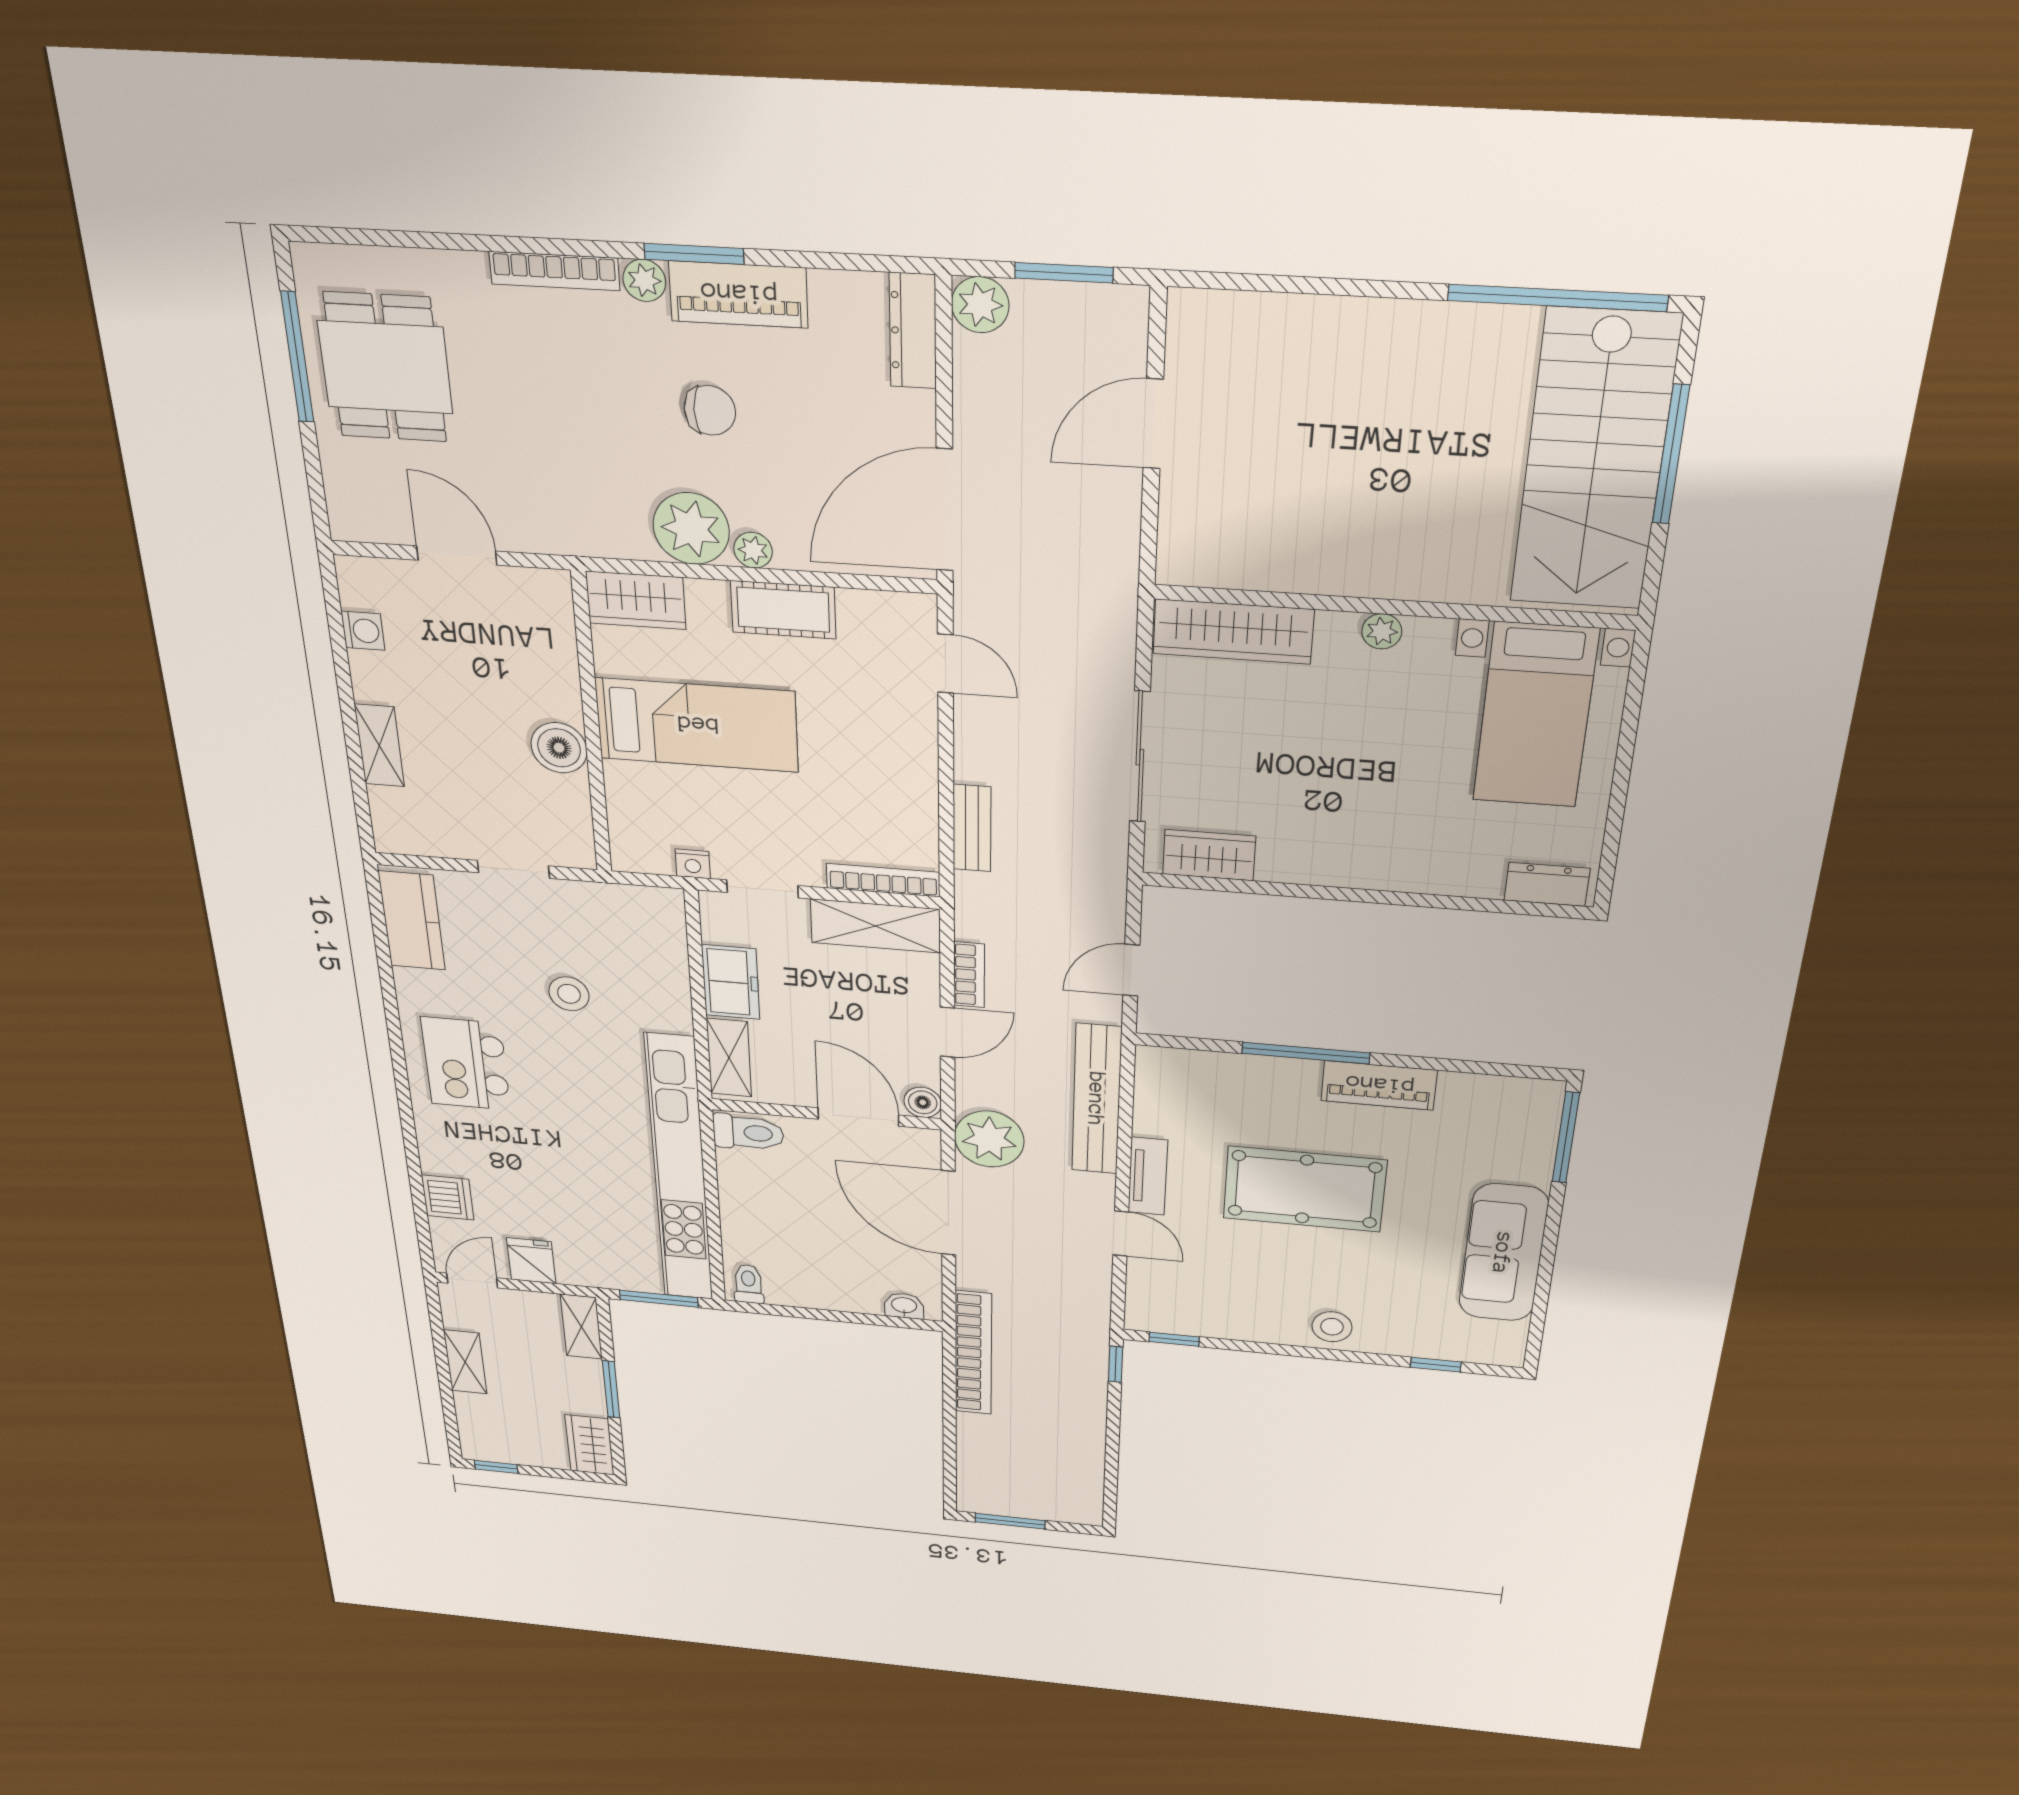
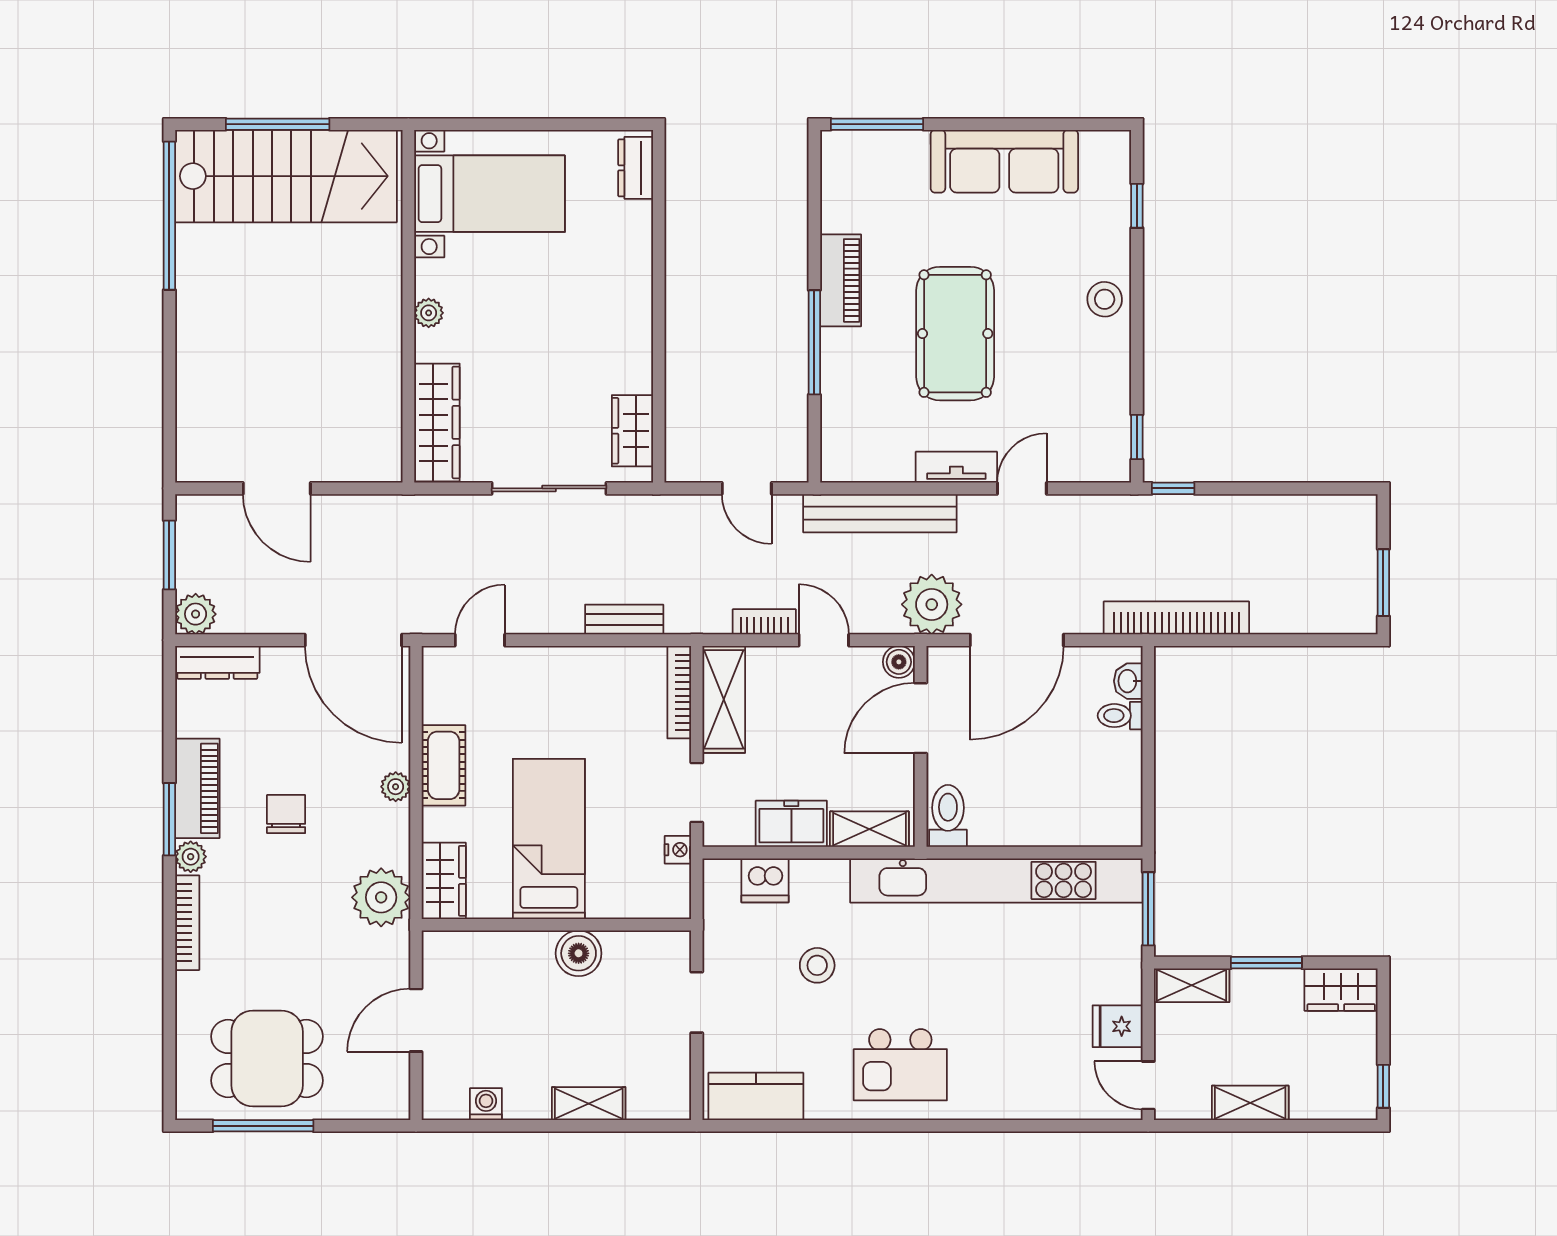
plant: (691, 529) -> (381, 897), moved
dishwasher: (448, 1198) -> (765, 880), moved, turned 180
toilet: (748, 1284) -> (1120, 716), moved

